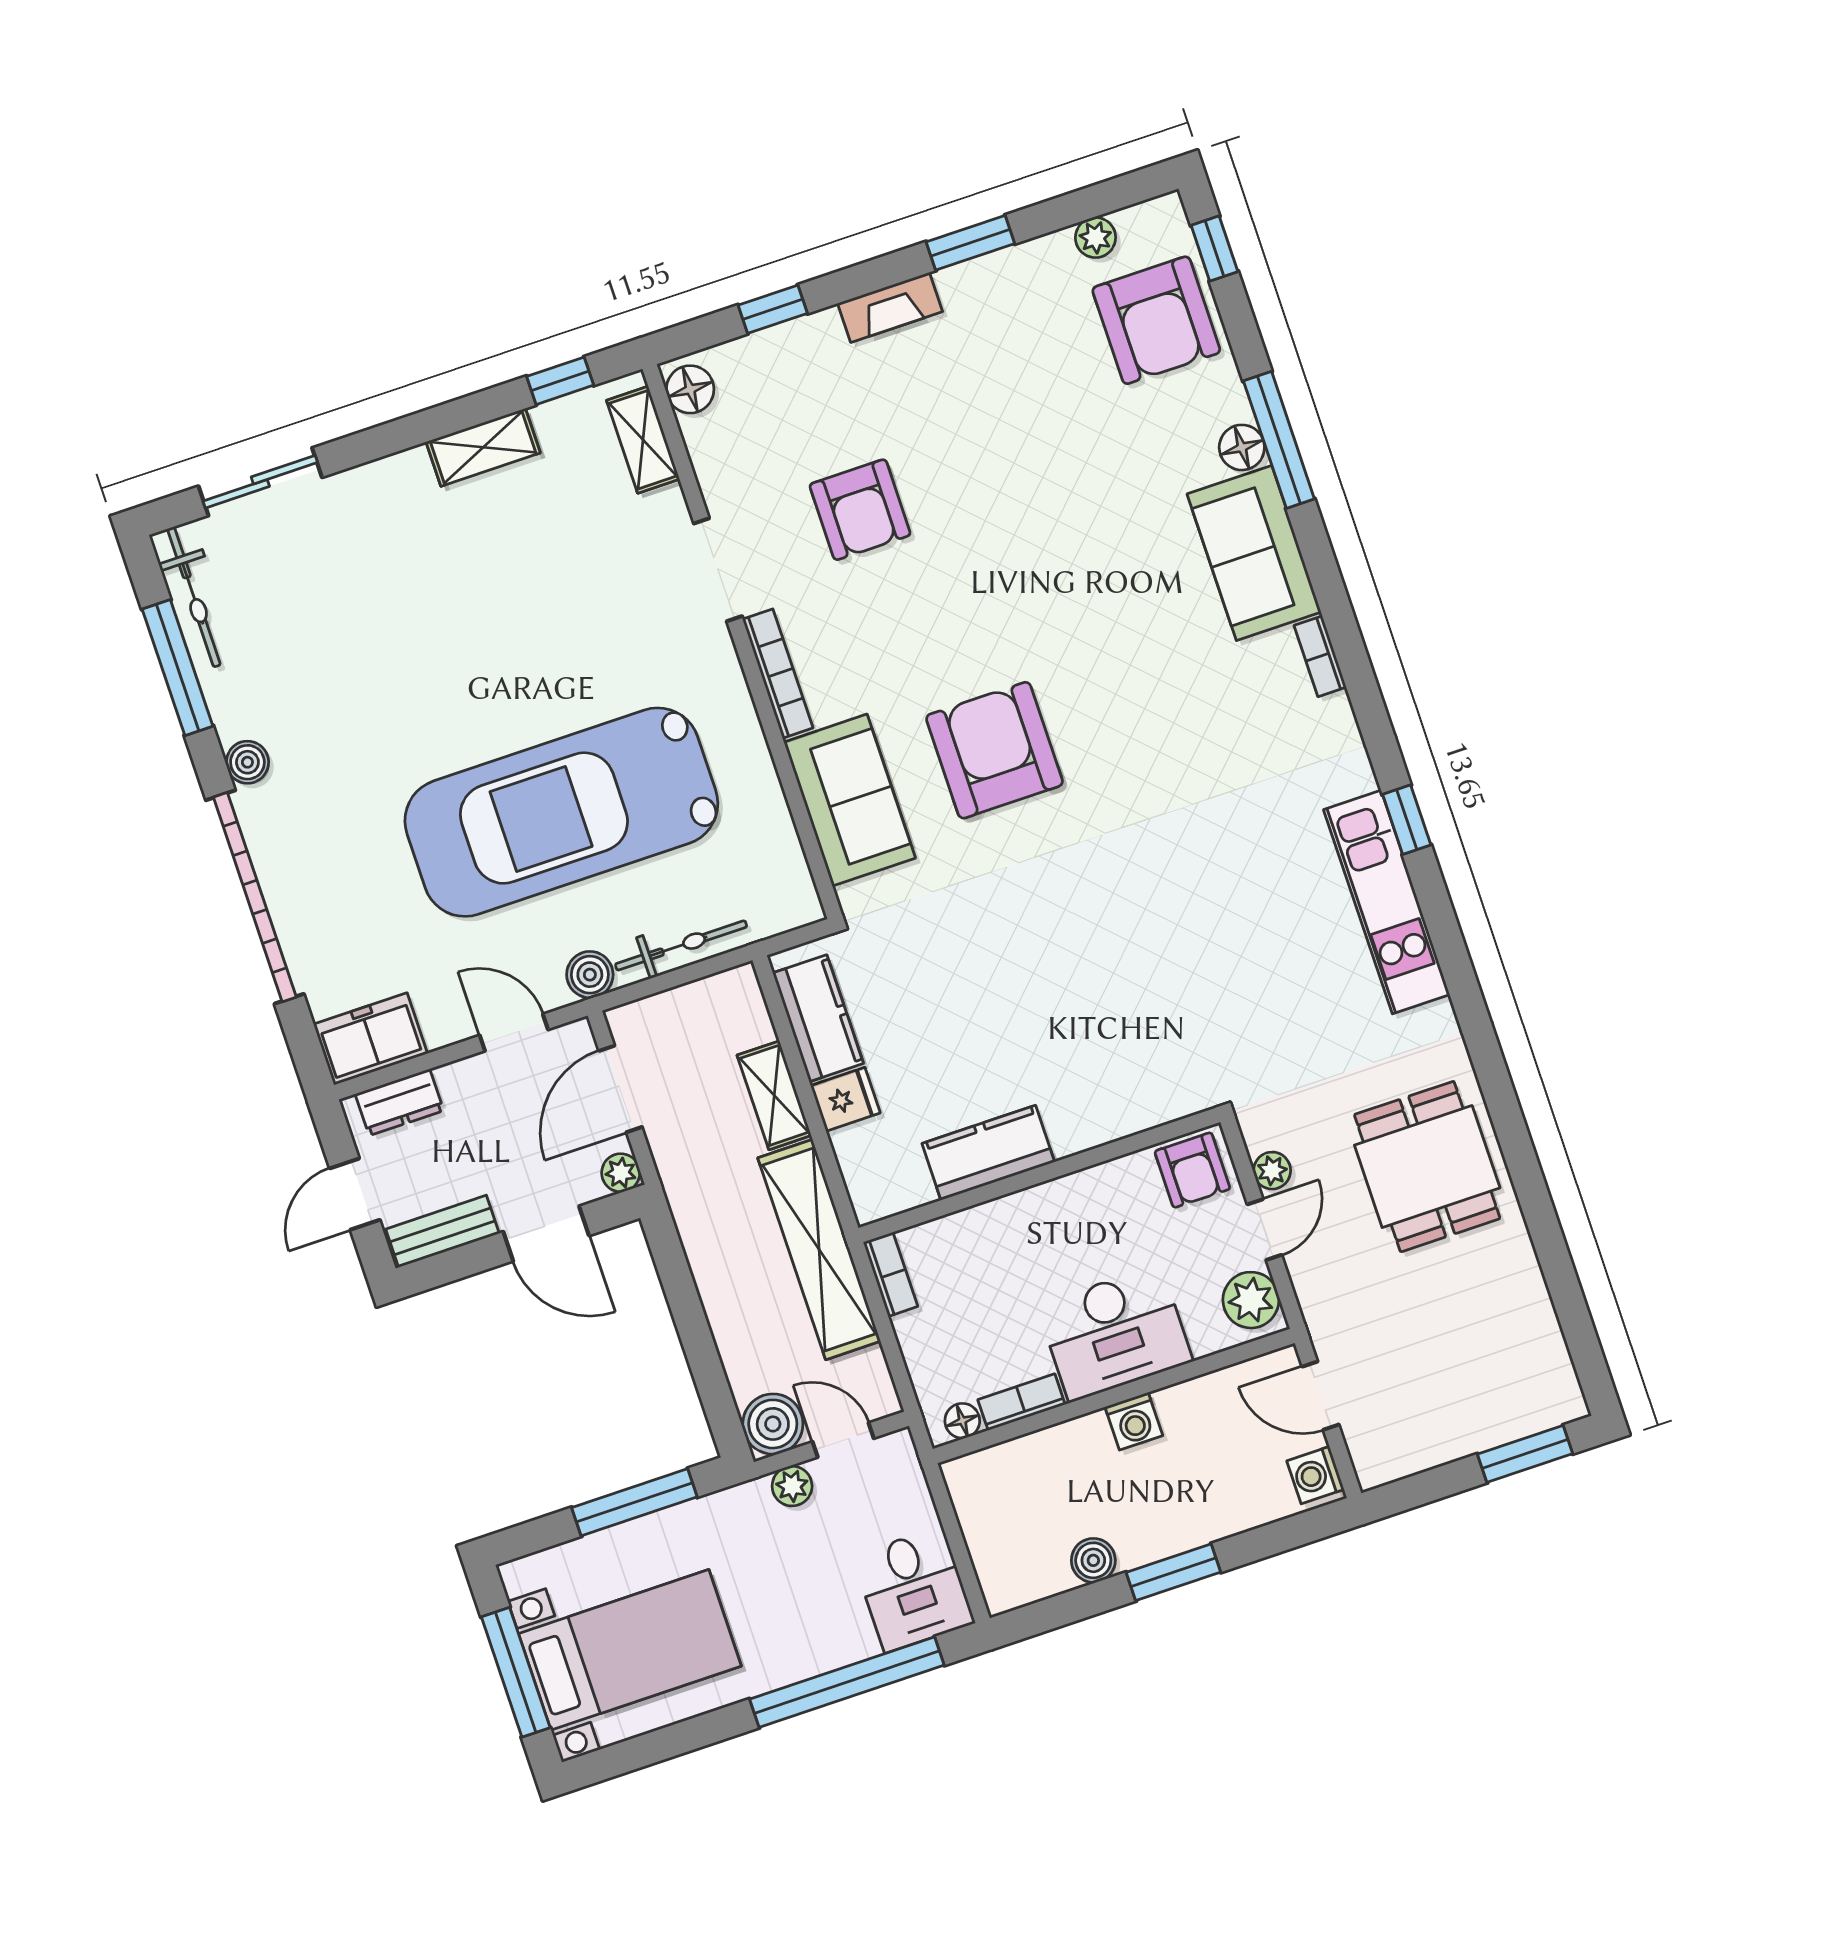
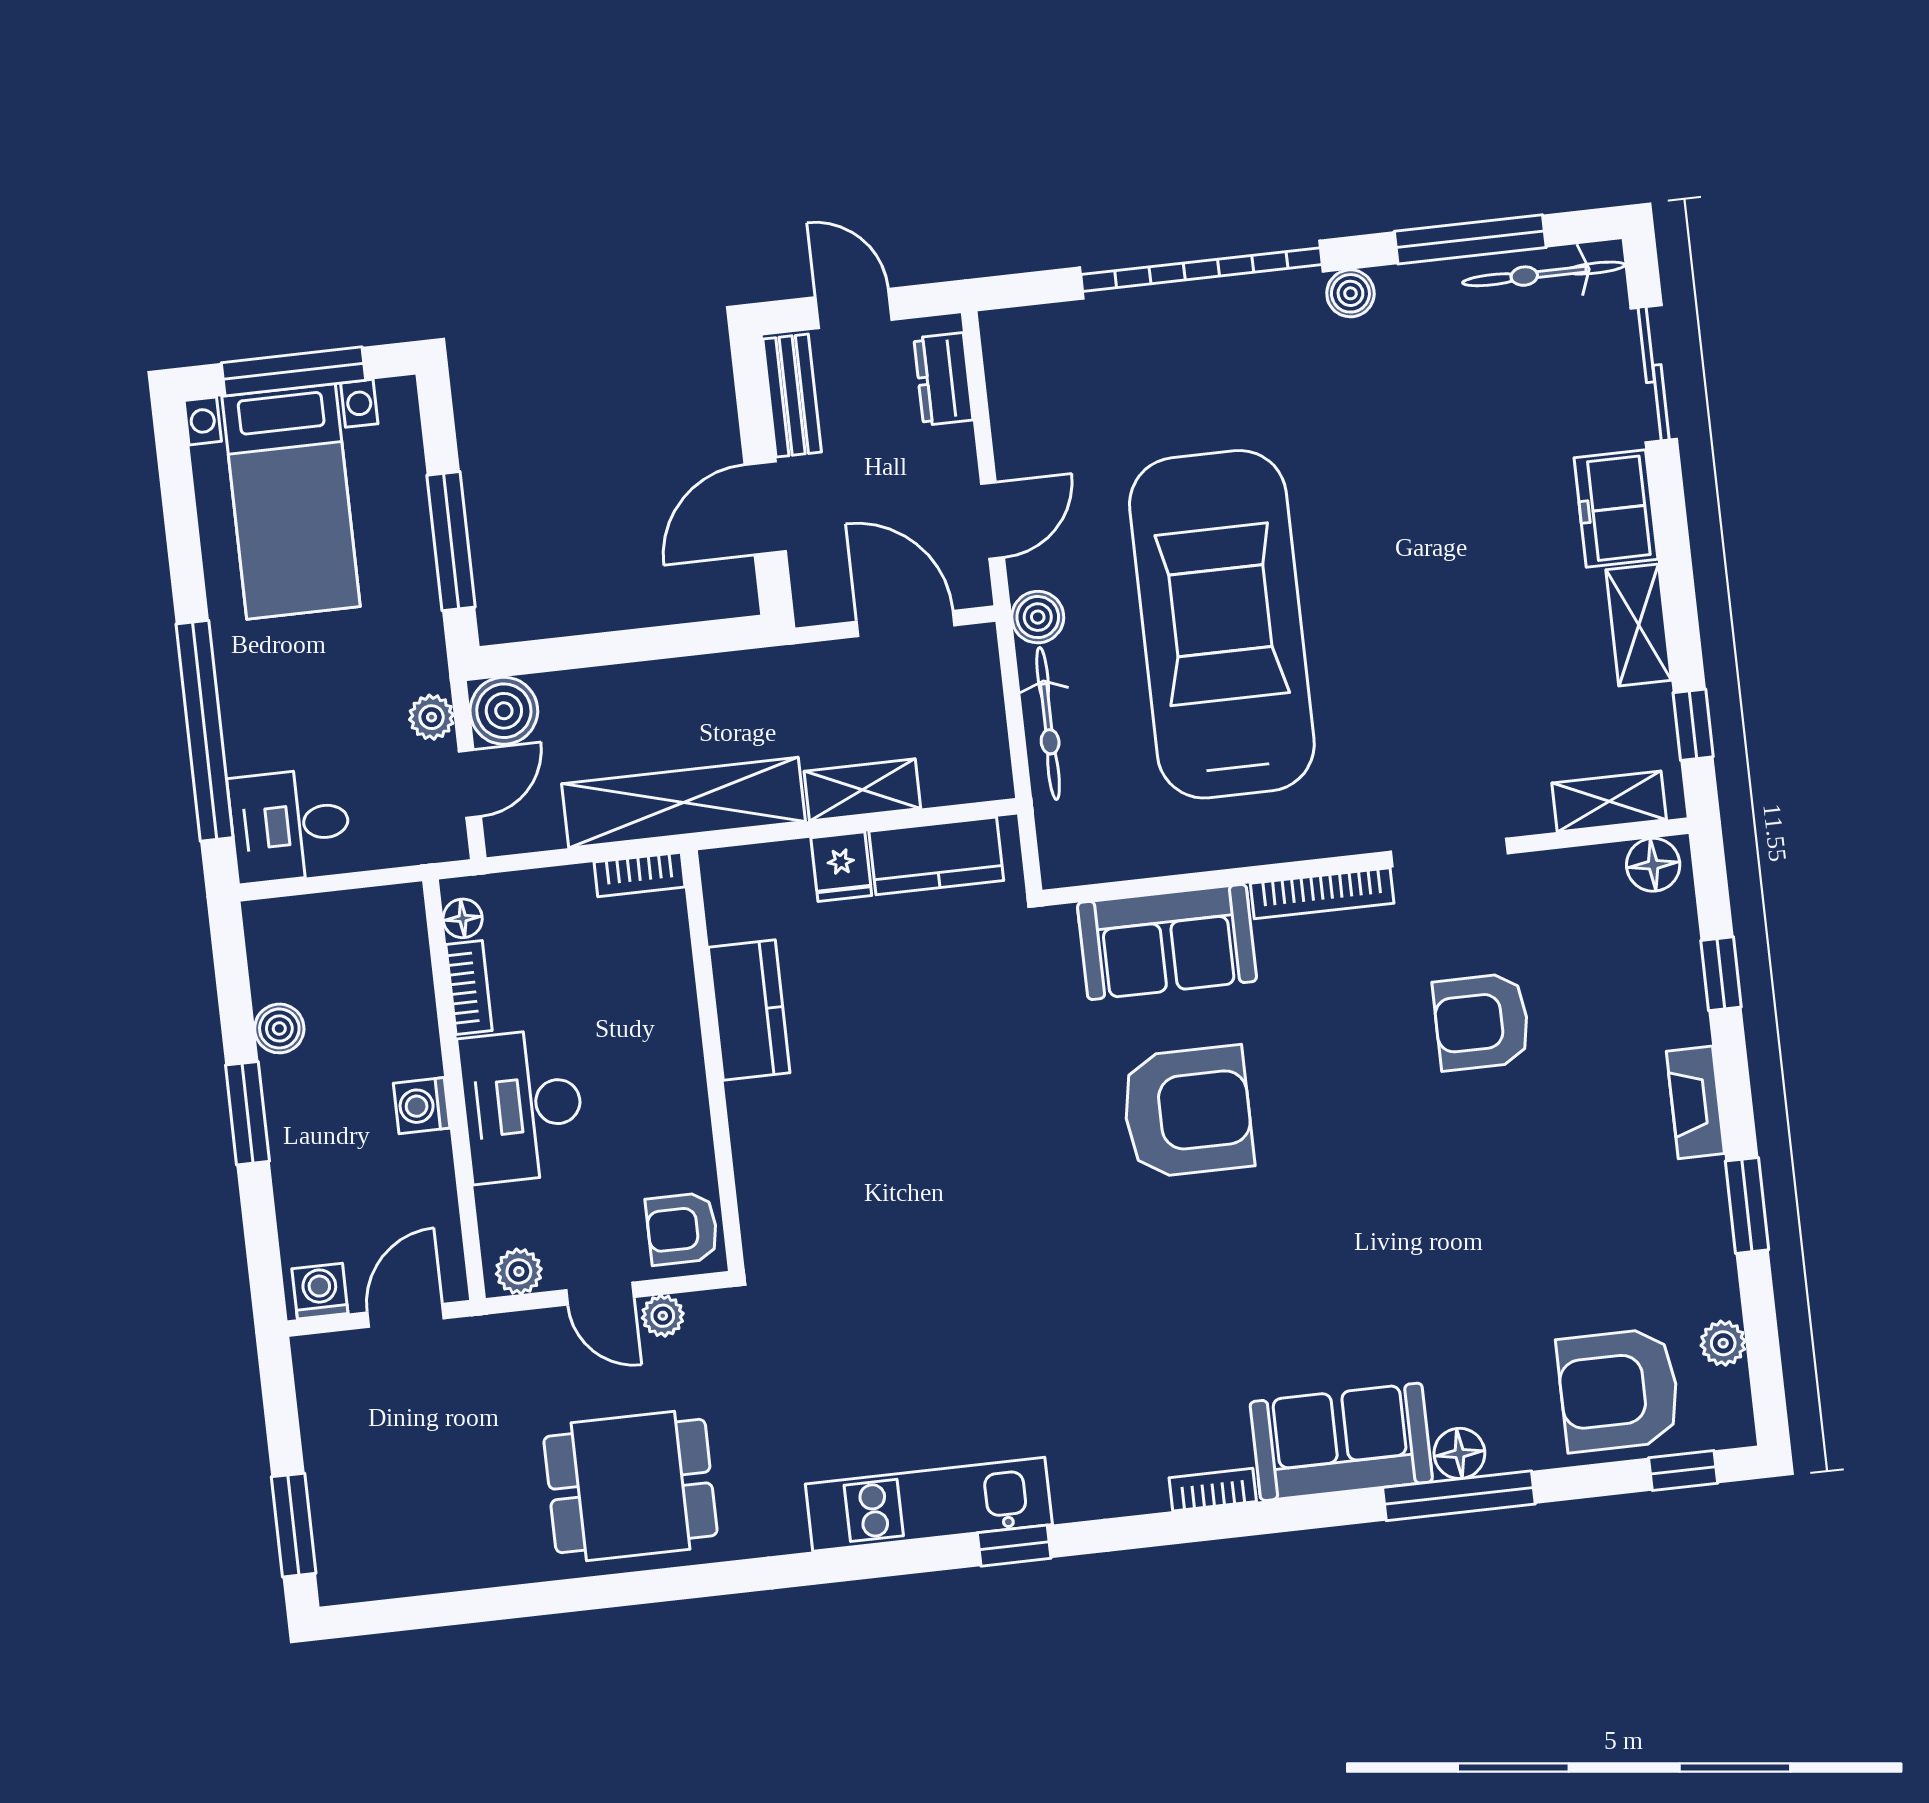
freezer: (370, 1039) -> (1616, 508), moved, turned 180
plant: (621, 1173) -> (814, 604), removed
plant: (1251, 1300) -> (519, 1271), width x0.73, depth x0.73

